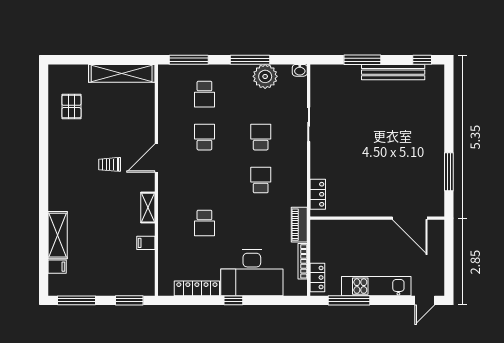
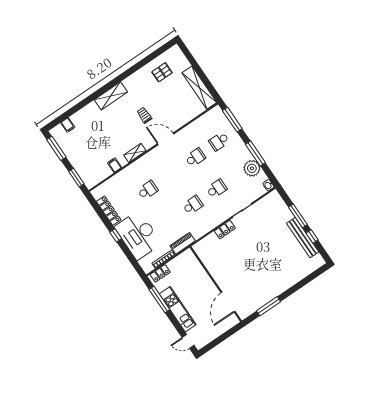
window: (422, 60) -> (312, 237), moved
locker: (318, 194) -> (225, 230), moved
school desk: (204, 223) -> (148, 190), turned 180
shelving: (58, 235) -> (111, 96), moved

